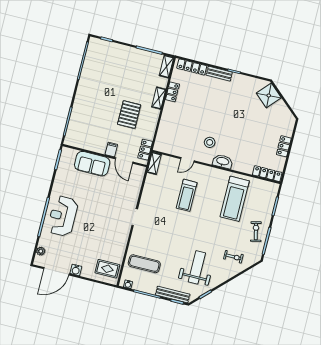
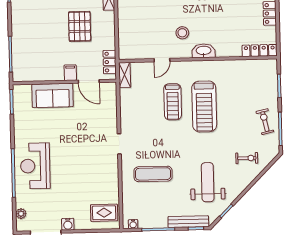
treadmill: (235, 199) -> (204, 106), moved
exercise mat: (144, 264) -> (153, 174), moved

